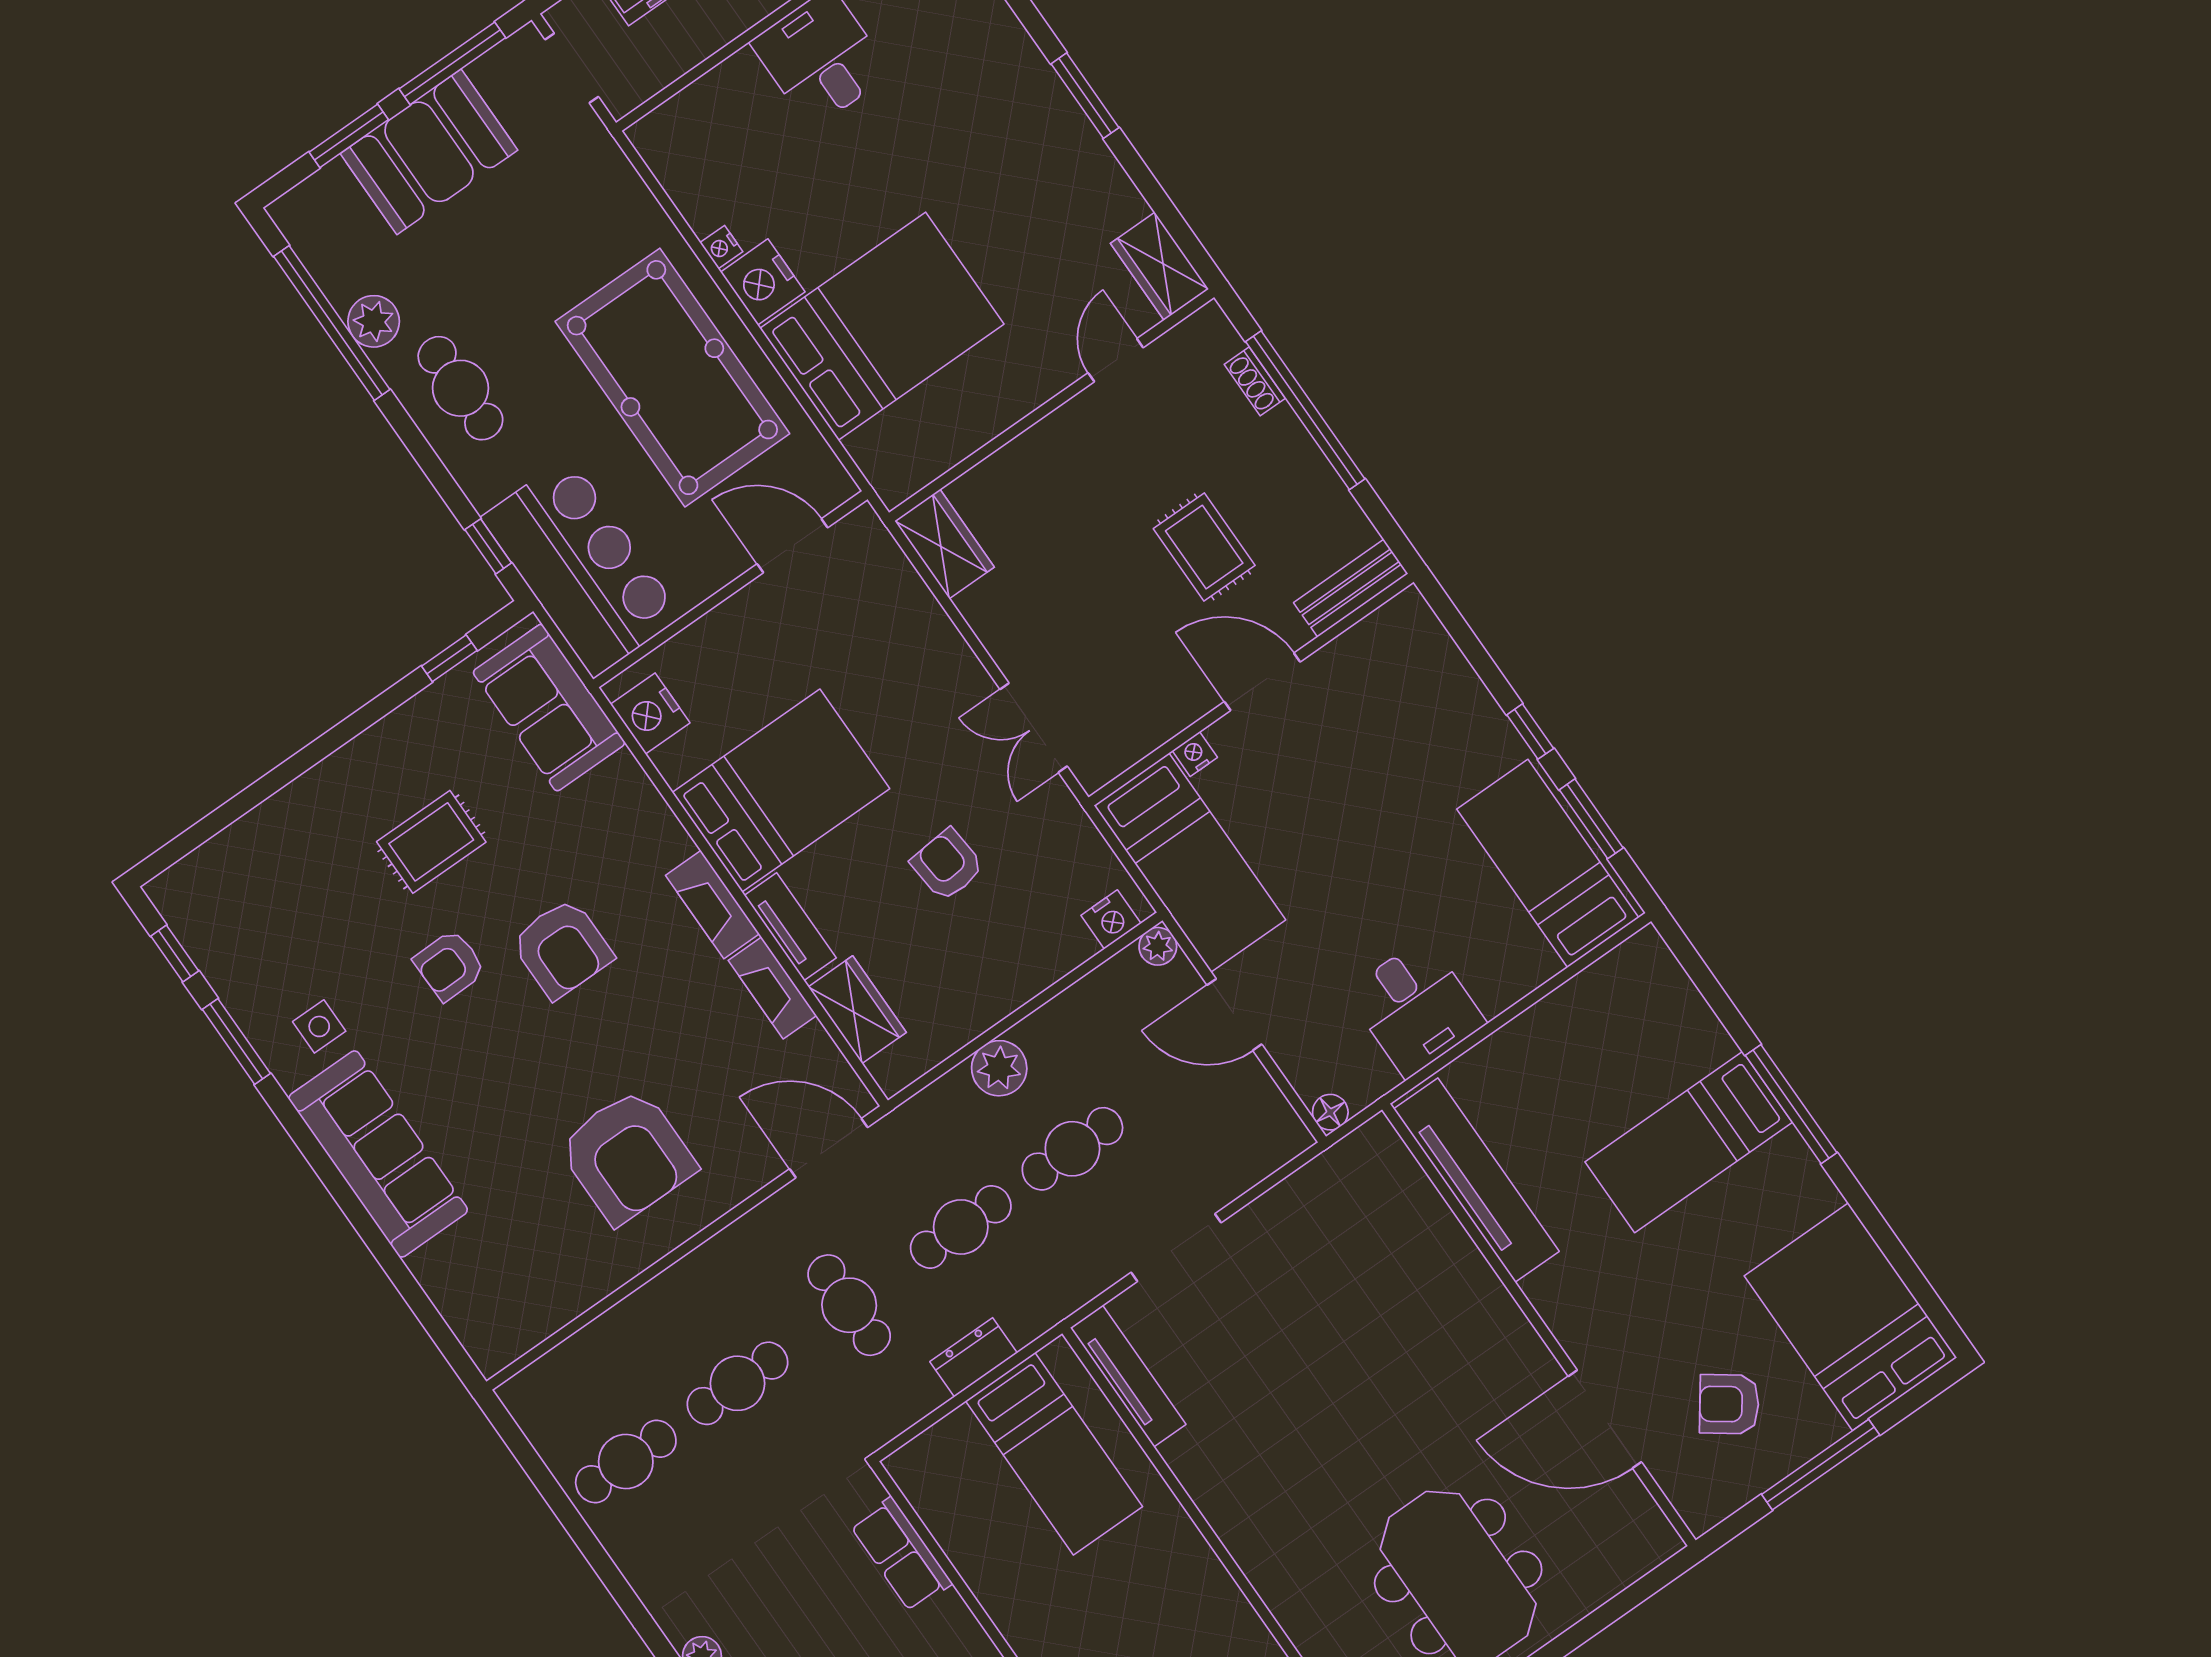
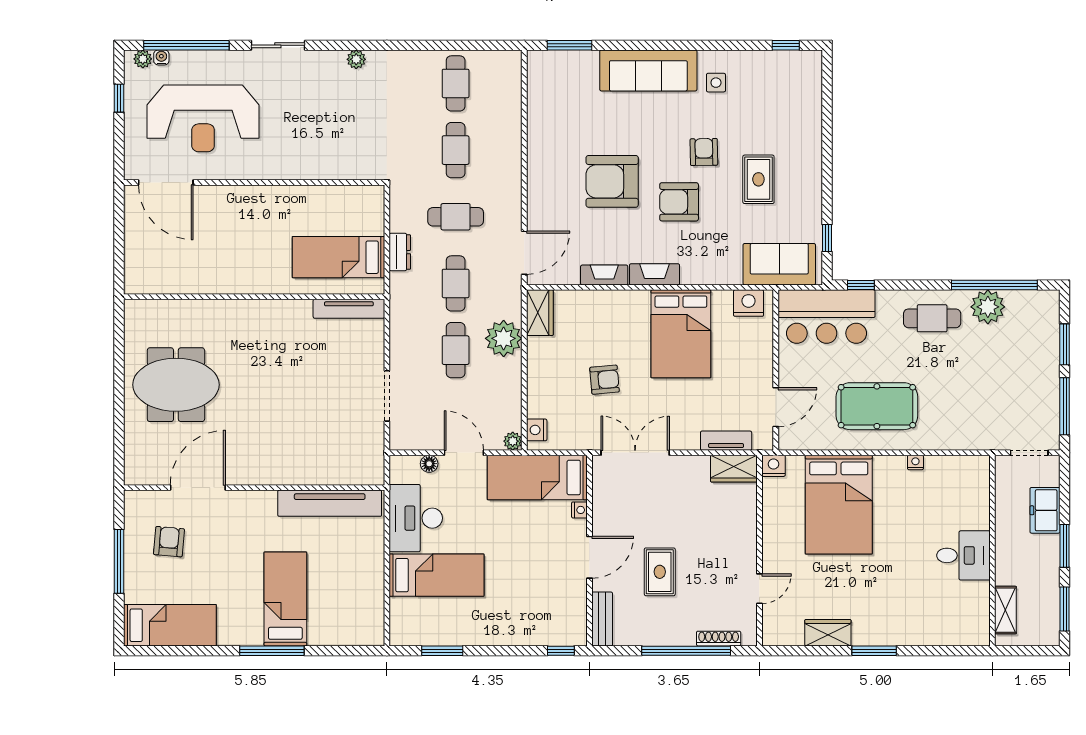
booth: (429, 152) -> (1036, 372), removed
wardrobe: (1160, 266) -> (828, 633), moved
nightstand: (763, 282) -> (773, 466), moved, width x0.74, depth x0.75
plant: (374, 321) -> (988, 307), width x1.36, depth x1.36
door: (1116, 360) -> (759, 589), hinge flipped
pool table: (672, 378) -> (877, 406), width x0.73, depth x0.76
shoe rack: (1255, 381) -> (719, 639), width x1.43
rug: (1204, 547) -> (660, 572), turned 90
double door: (1034, 728) -> (635, 453), width x1.37
window: (1530, 732) -> (561, 651), moved
bed: (1548, 863) -> (437, 575), moved
tv unit: (790, 927) -> (726, 441), moved, turned 180
desk: (1416, 1008) -> (416, 518), width x1.37
wardrobe: (857, 1010) -> (540, 313), moved, turned -90
door: (1234, 1015) -> (464, 453), hinge flipped
window: (236, 1041) -> (569, 45), moved
plant: (999, 1068) -> (504, 338), width x1.36, depth x1.36
floor lamp: (1330, 1112) -> (429, 464), moved
armchair: (627, 1156) -> (612, 181), moved
doorway: (1176, 1248) -> (387, 396), moved
bed: (1850, 1317) -> (170, 625), width x0.67
armchair: (1729, 1404) -> (169, 542), turned -31
row of seats: (901, 1554) -> (341, 168), removed

